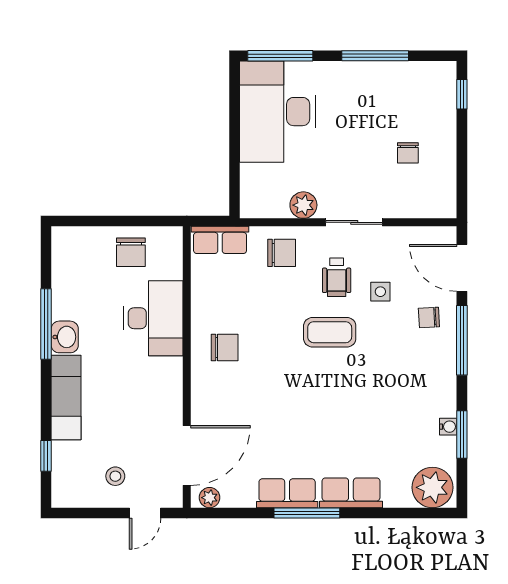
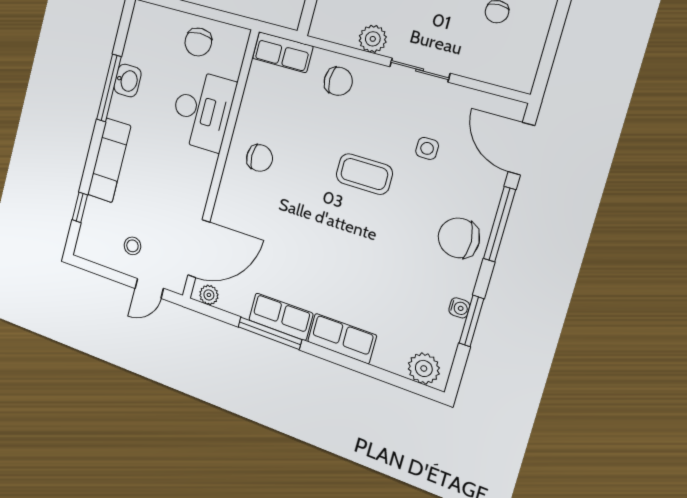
wheelchair: (337, 277) -> (386, 121), removed
chair: (429, 317) -> (459, 238), moved, width x1.87, depth x1.87
washbasin: (65, 337) -> (128, 81), moved
plant: (432, 487) -> (424, 368), width x0.73, depth x0.73
window: (307, 513) -> (270, 333), moved

